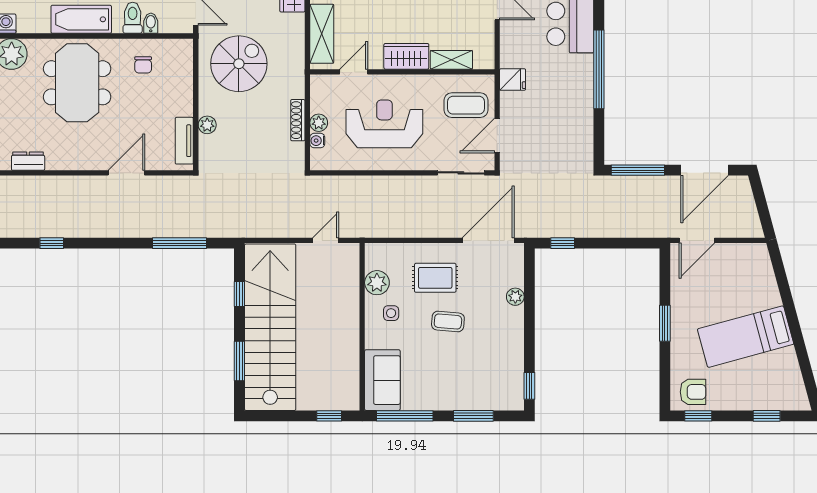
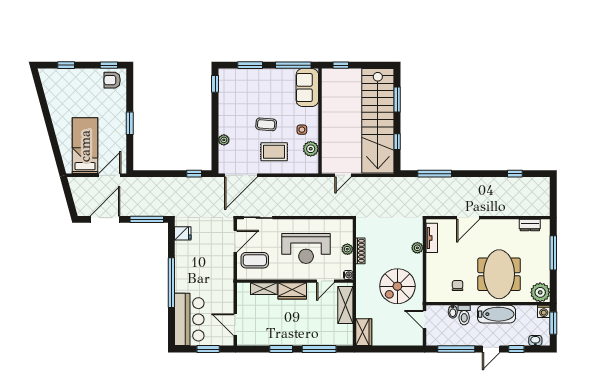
fridge: (513, 80) -> (183, 233), moved, turned 180
water cooler: (317, 141) -> (348, 275), moved
bed: (746, 337) -> (85, 146), moved, turned -75

